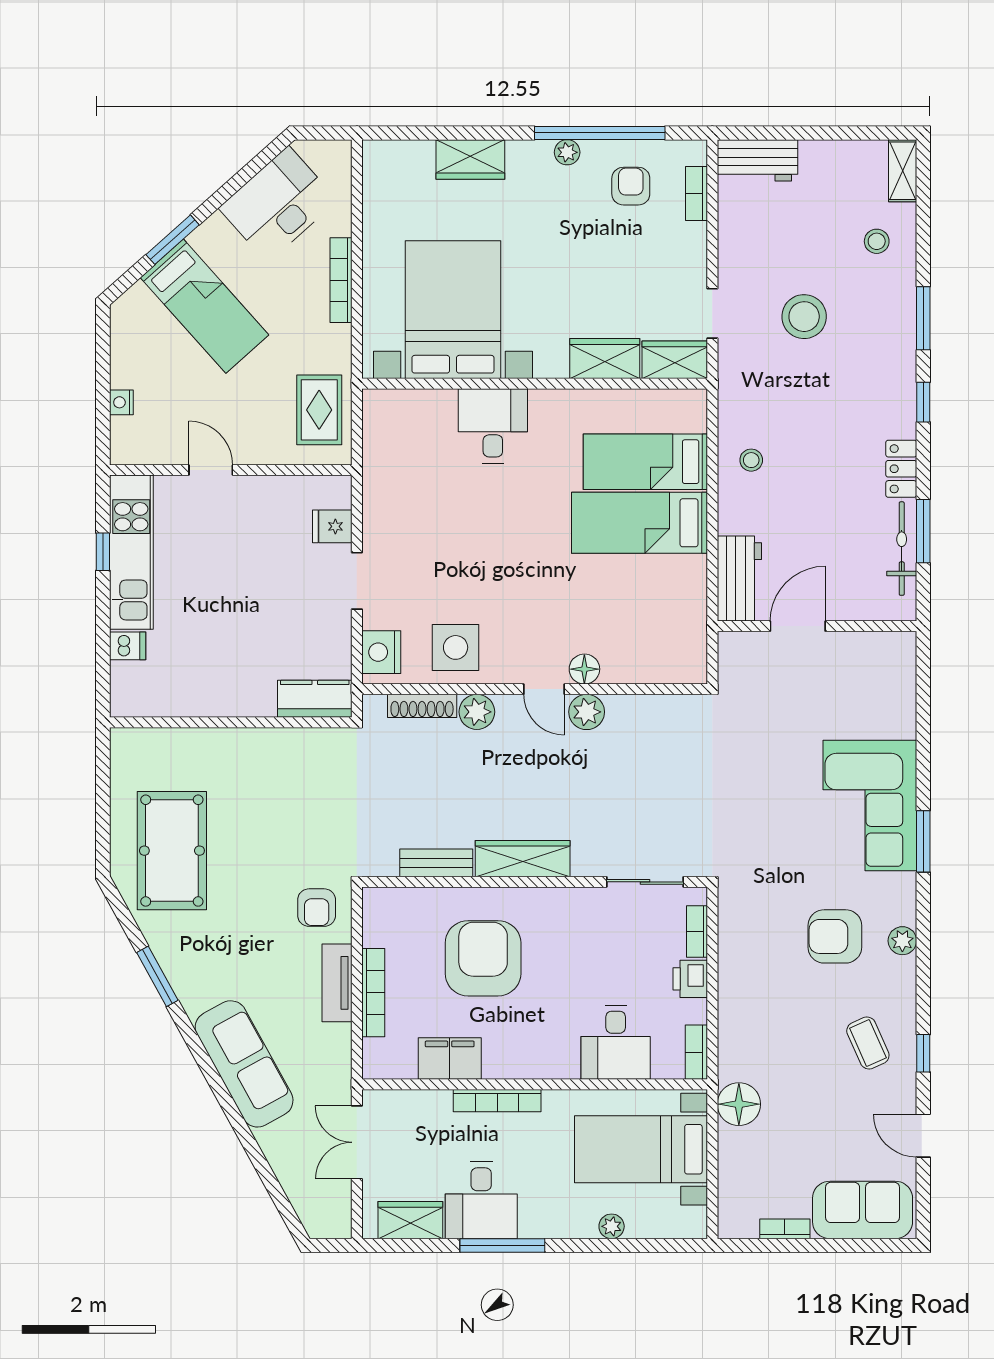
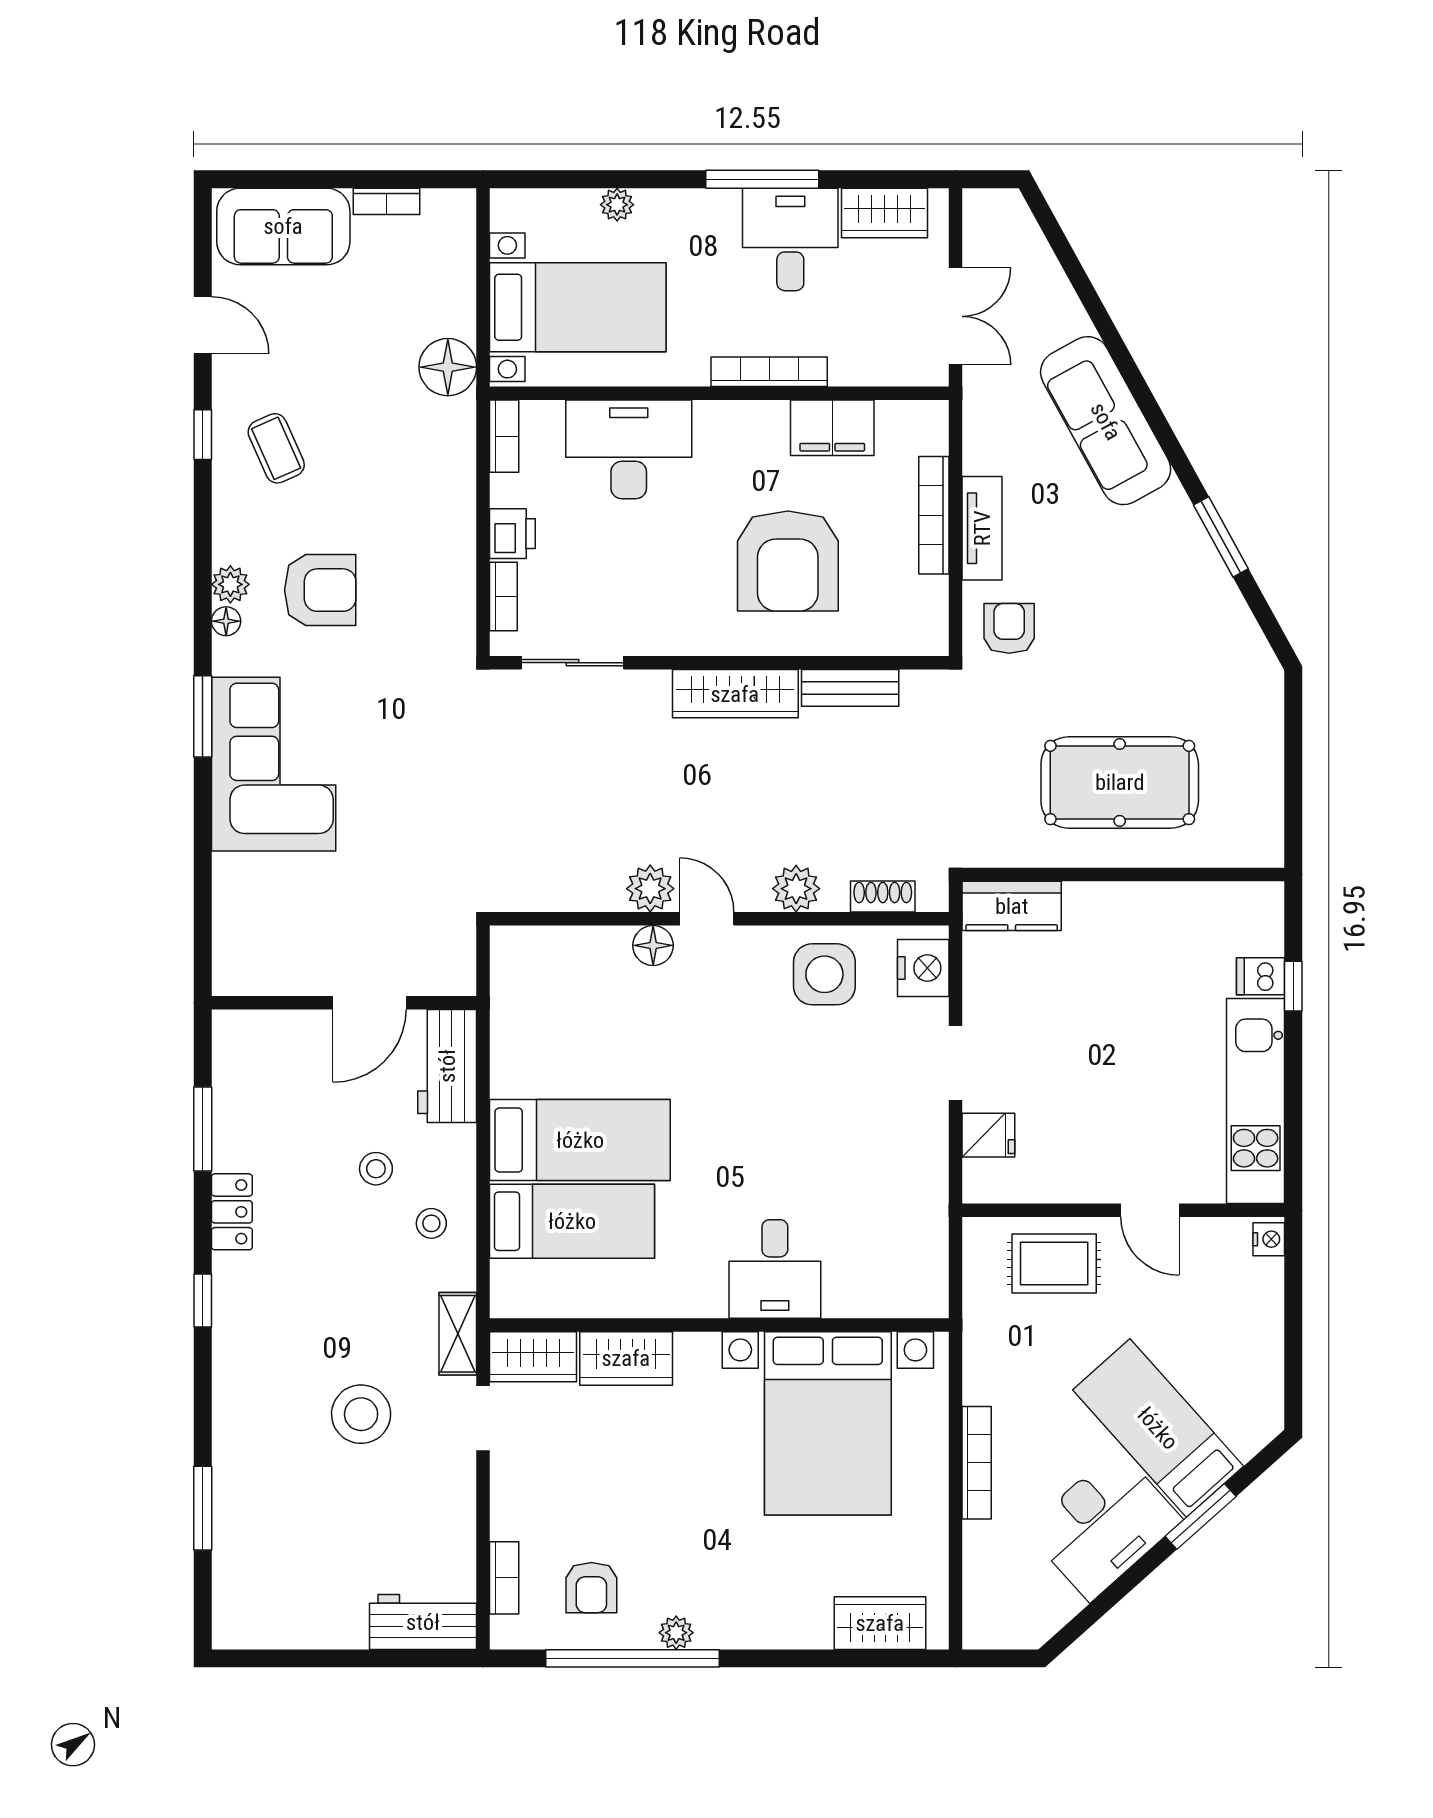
wardrobe: (470, 159) -> (880, 1623), moved
shelving: (903, 171) -> (458, 1334), moved
desk: (278, 204) -> (1104, 1525), moved
stool: (877, 241) -> (376, 1169), moved
window: (923, 318) -> (203, 1508), moved
nightstand: (121, 402) -> (1269, 1239), moved
rug: (319, 410) -> (1054, 1264), moved, turned 90
bicycle: (902, 549) -> (231, 1106), removed
window: (103, 552) -> (1293, 986), moved
shoe rack: (422, 706) -> (883, 897), width x0.70
pool table: (172, 851) -> (1120, 782), moved, turned 90
floor lamp: (906, 913) -> (226, 621), added
desk: (616, 1042) -> (629, 449), width x1.37

